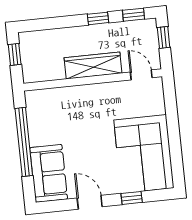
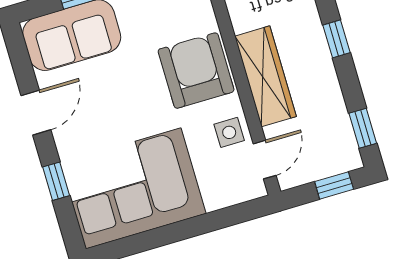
window: (98, 18) -> (337, 39), moved
side table: (122, 93) -> (229, 132), added
armchair: (82, 105) -> (196, 71), added

